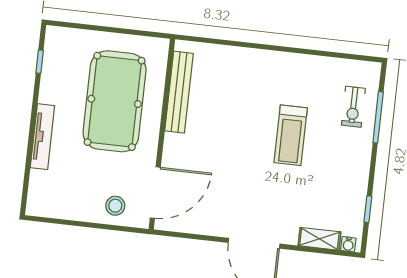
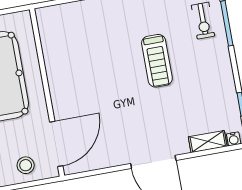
bench: (179, 92) -> (51, 52), removed

